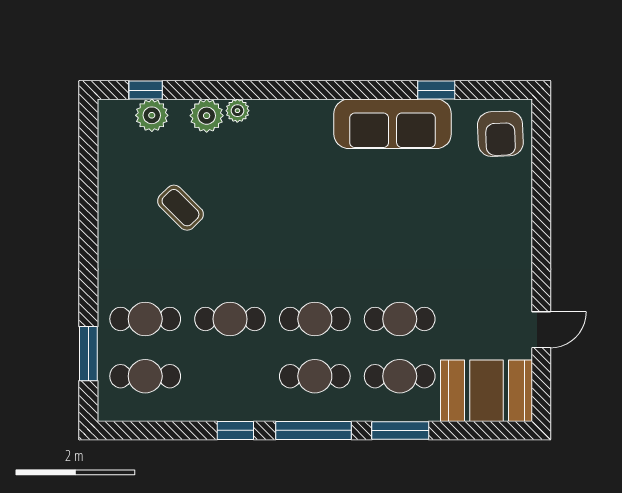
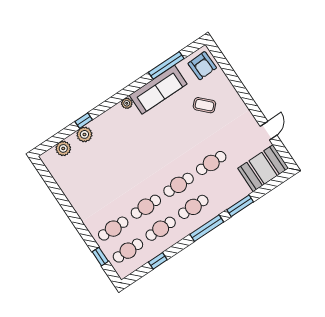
window: (146, 90) -> (84, 121), moved
window: (436, 90) -> (166, 65), width x2.17
plant: (237, 111) -> (127, 103), moved
coffee table: (180, 208) -> (204, 105), moved
window: (88, 354) -> (100, 257), width x0.67
cafe table: (400, 376) -> (161, 229), moved
window: (235, 430) -> (158, 261), moved

